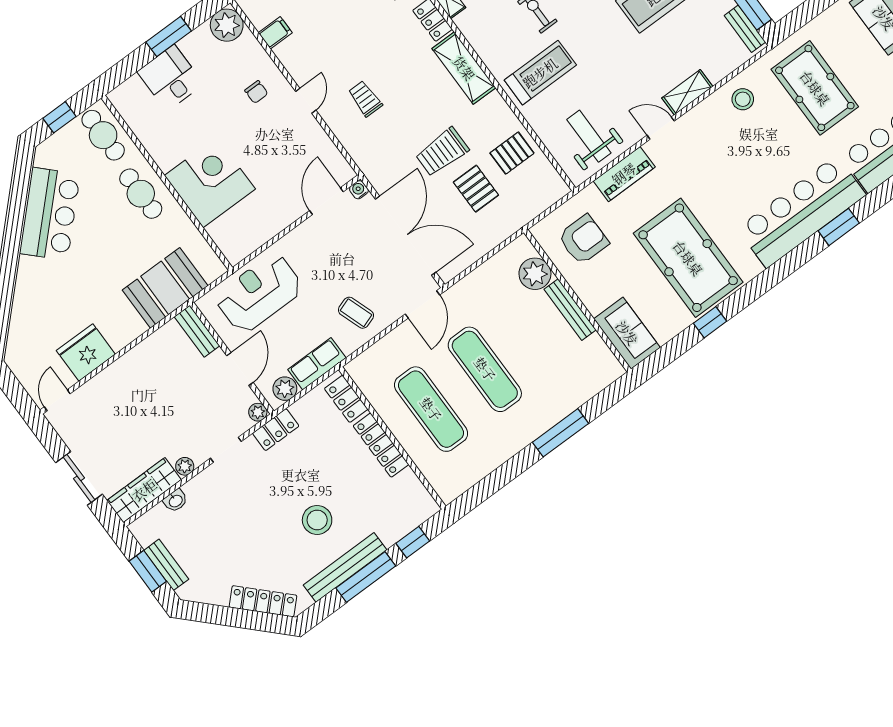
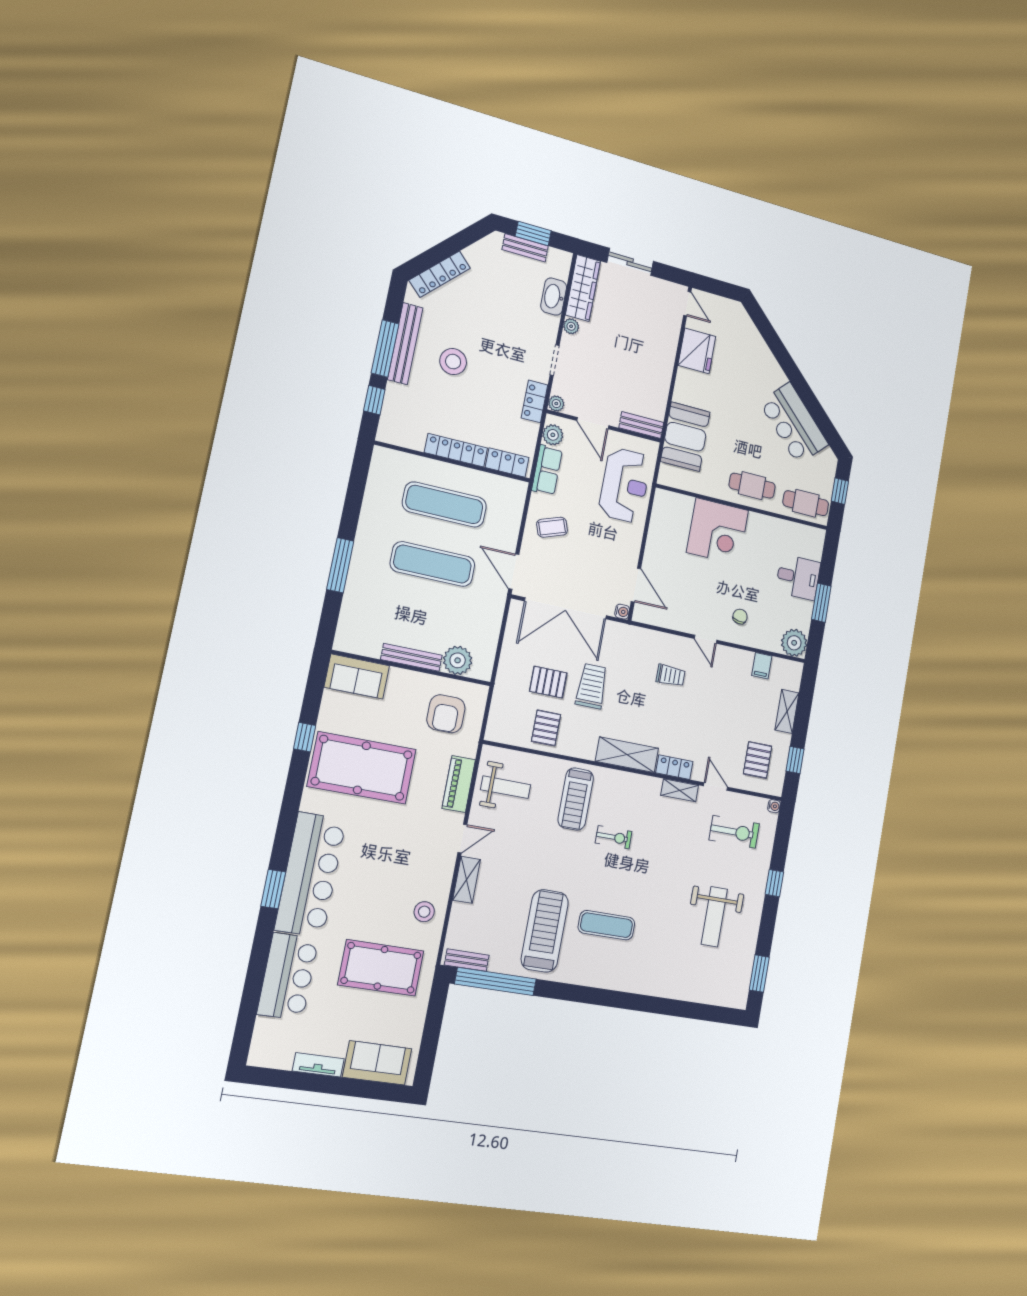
chair: (256, 92) -> (740, 617), turned 100
washbasin: (175, 501) -> (554, 297), width x1.91, depth x1.45

